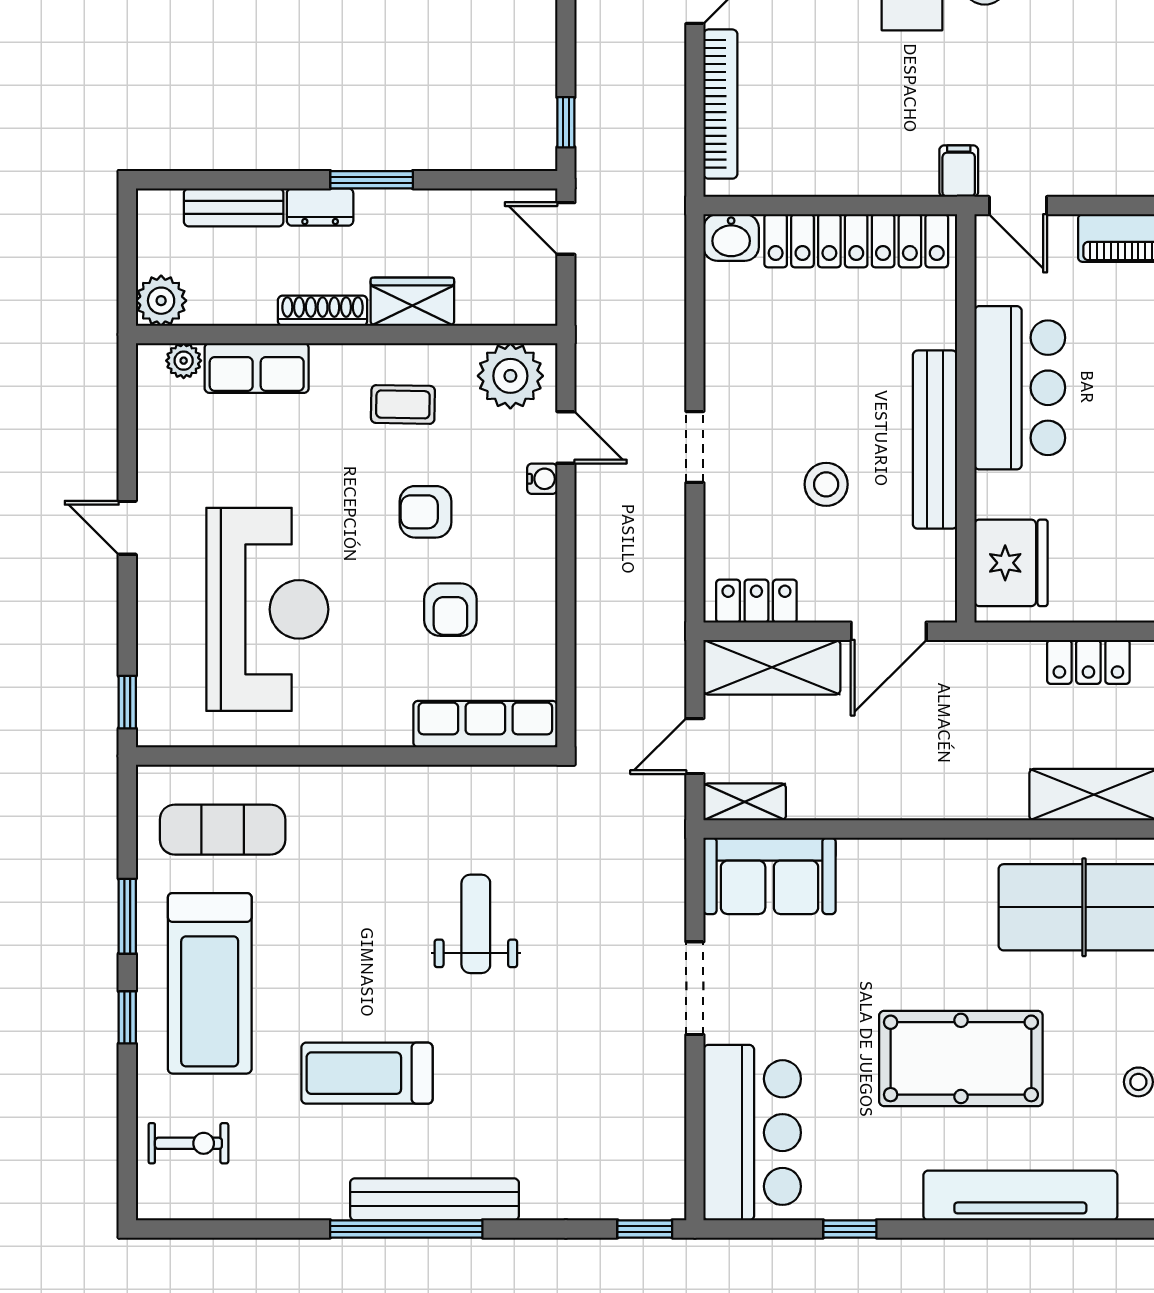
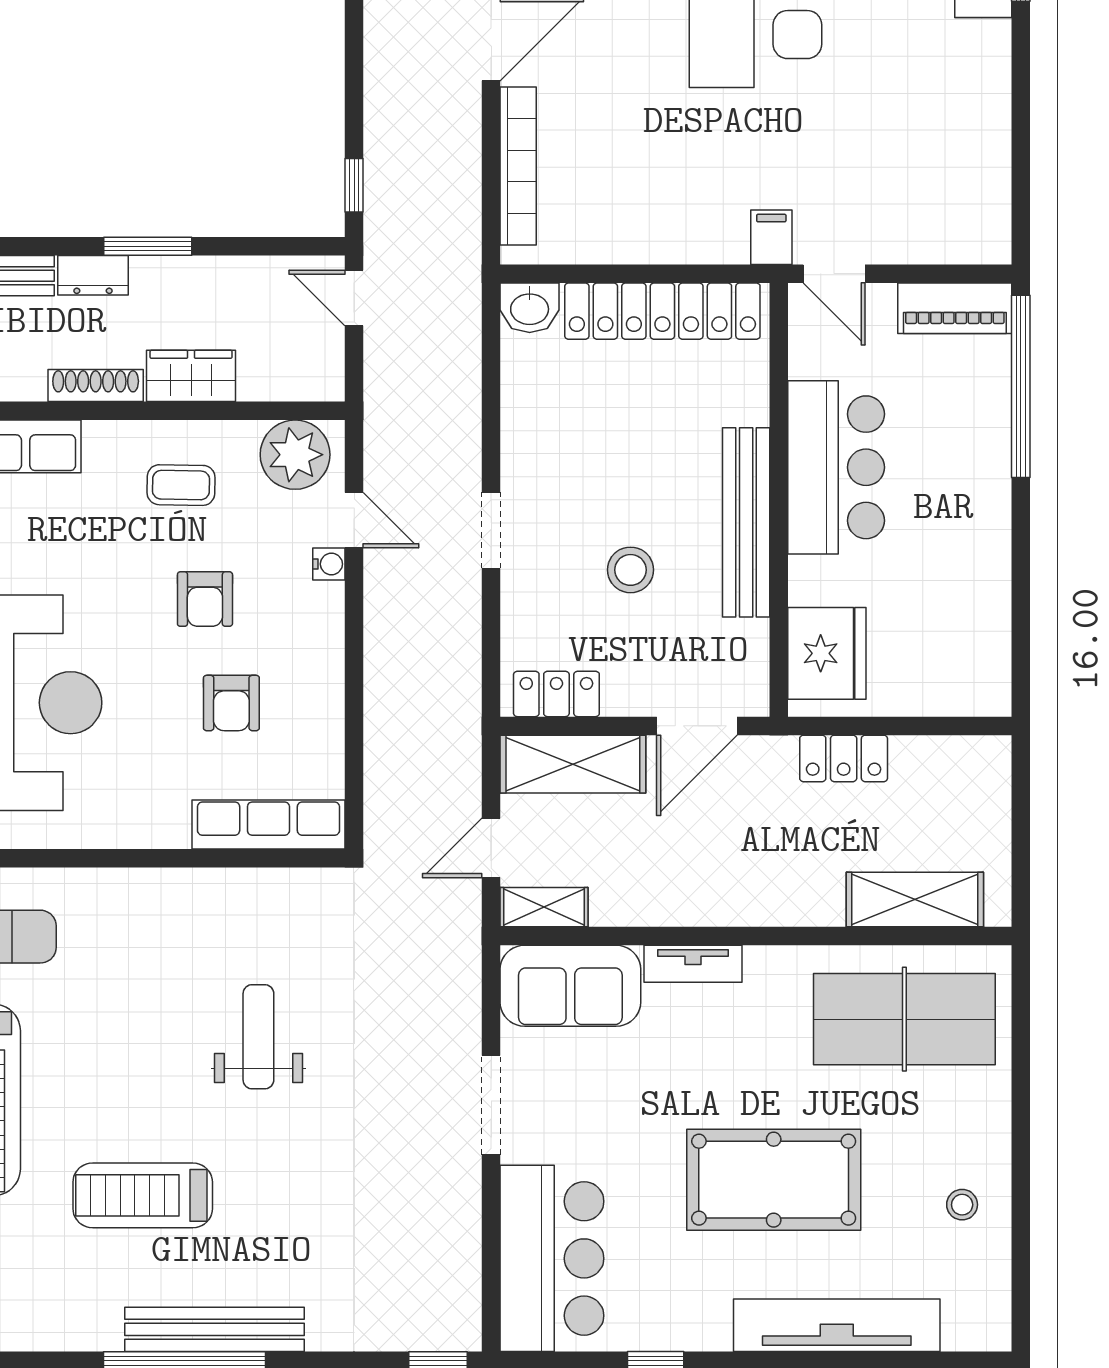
armchair: (425, 512) -> (205, 599), turned -90
locker: (1088, 662) -> (844, 758), moved
tv unit: (885, 855) -> (693, 964), added

